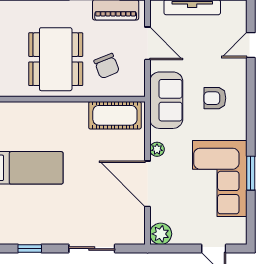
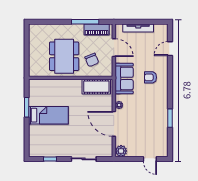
corner sofa: (220, 178) -> (153, 121), removed

